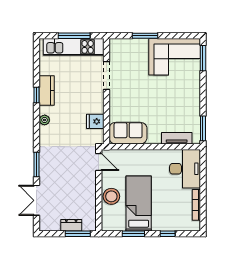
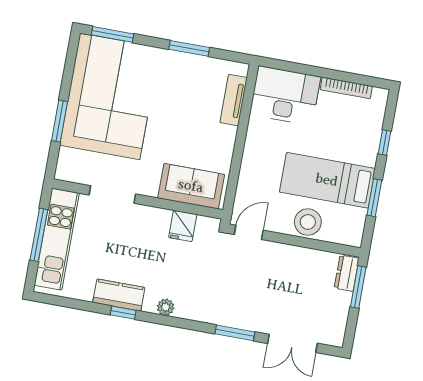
corner sofa: (175, 57) -> (110, 96), width x1.36, depth x1.36
window: (203, 128) -> (189, 48), moved
sofa: (128, 133) -> (191, 186), moved, turned 90
dresser: (71, 225) -> (347, 273), moved

